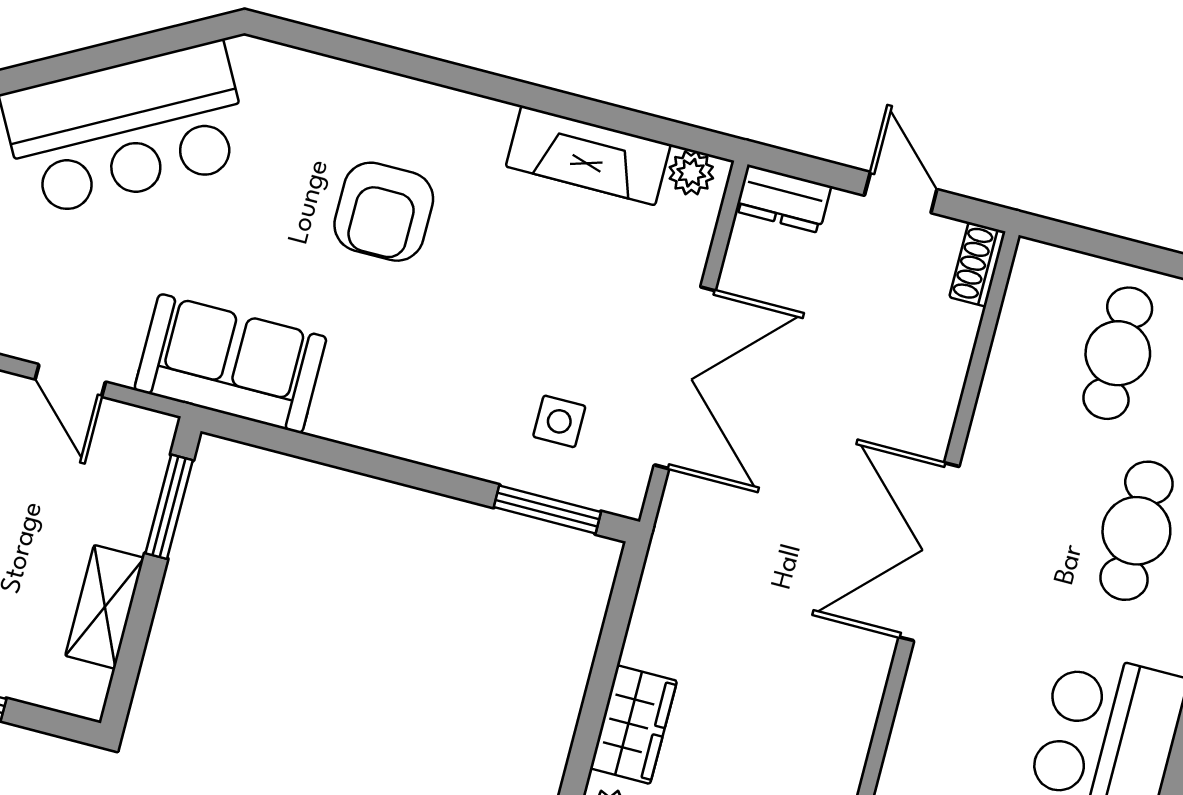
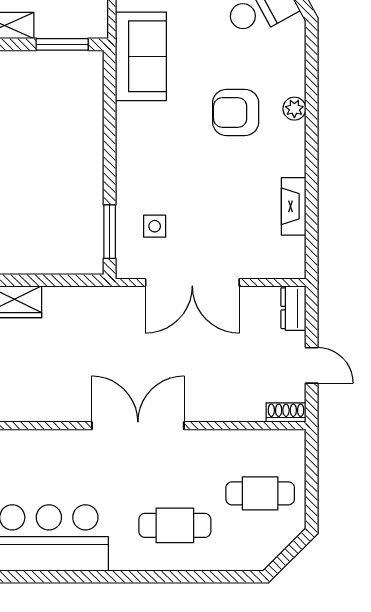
fireplace: (588, 155) -> (294, 206), width x0.73, depth x0.76
plant: (691, 173) -> (294, 109), moved
door: (901, 192) -> (312, 365), hinge flipped

